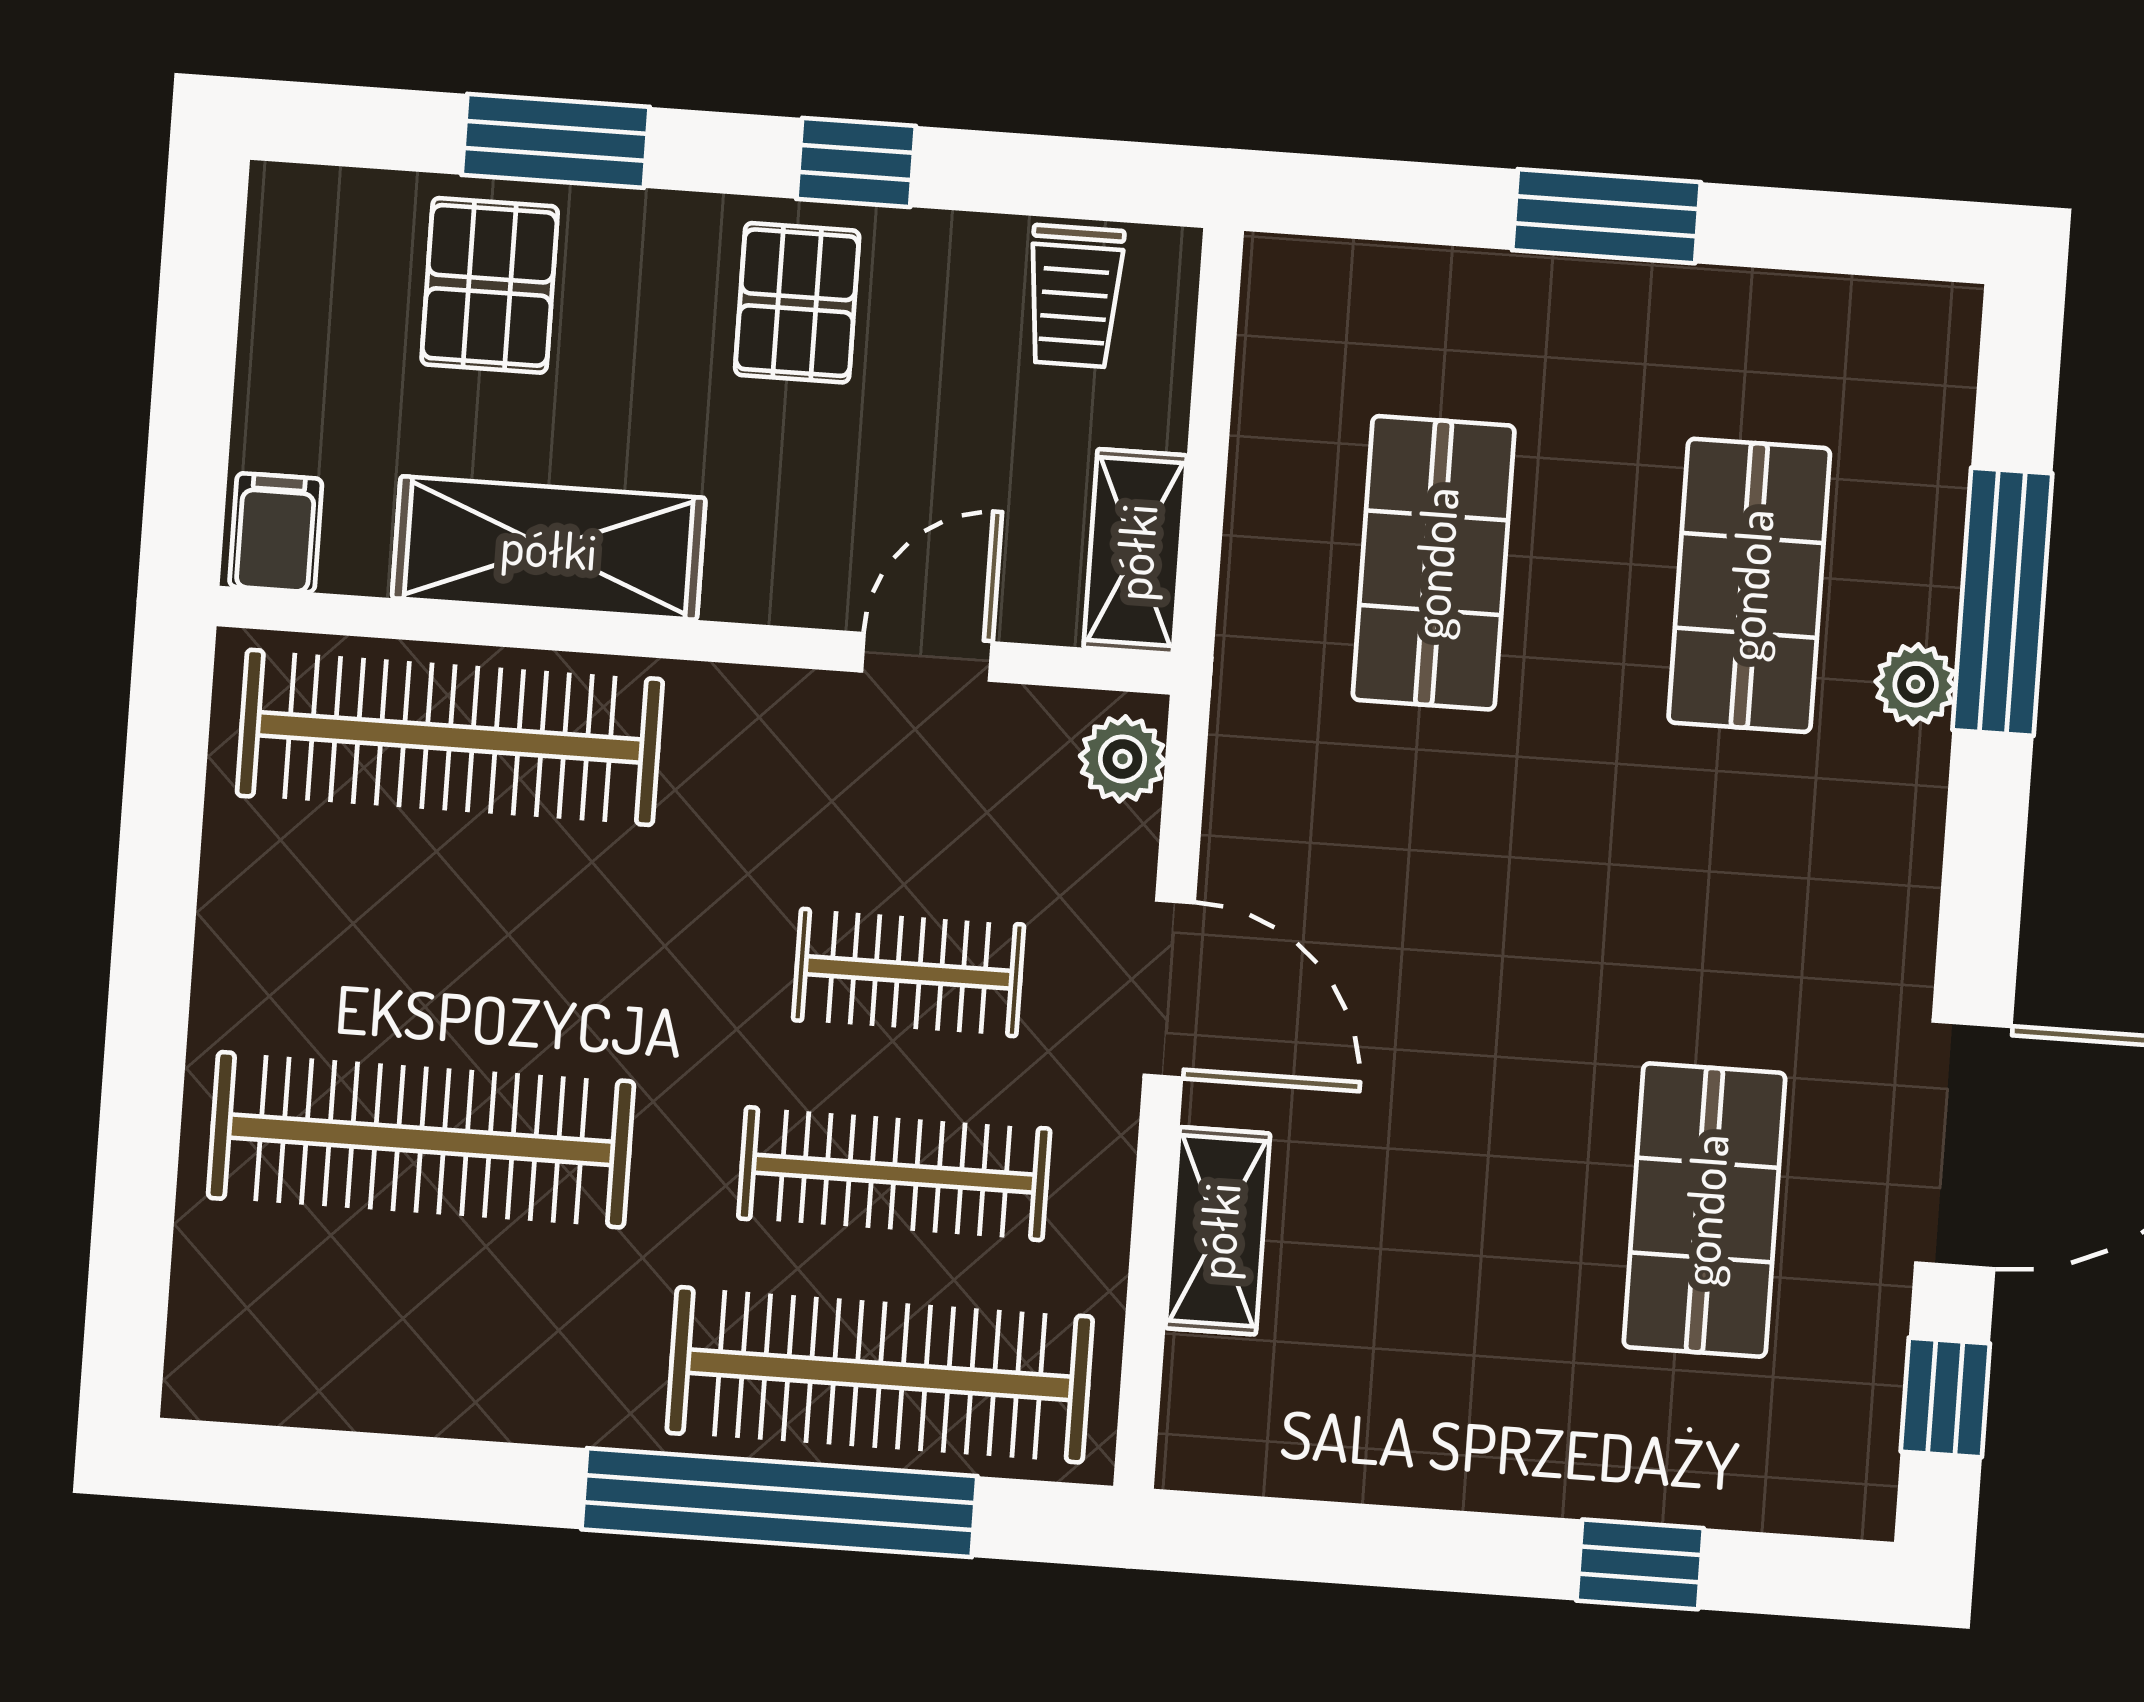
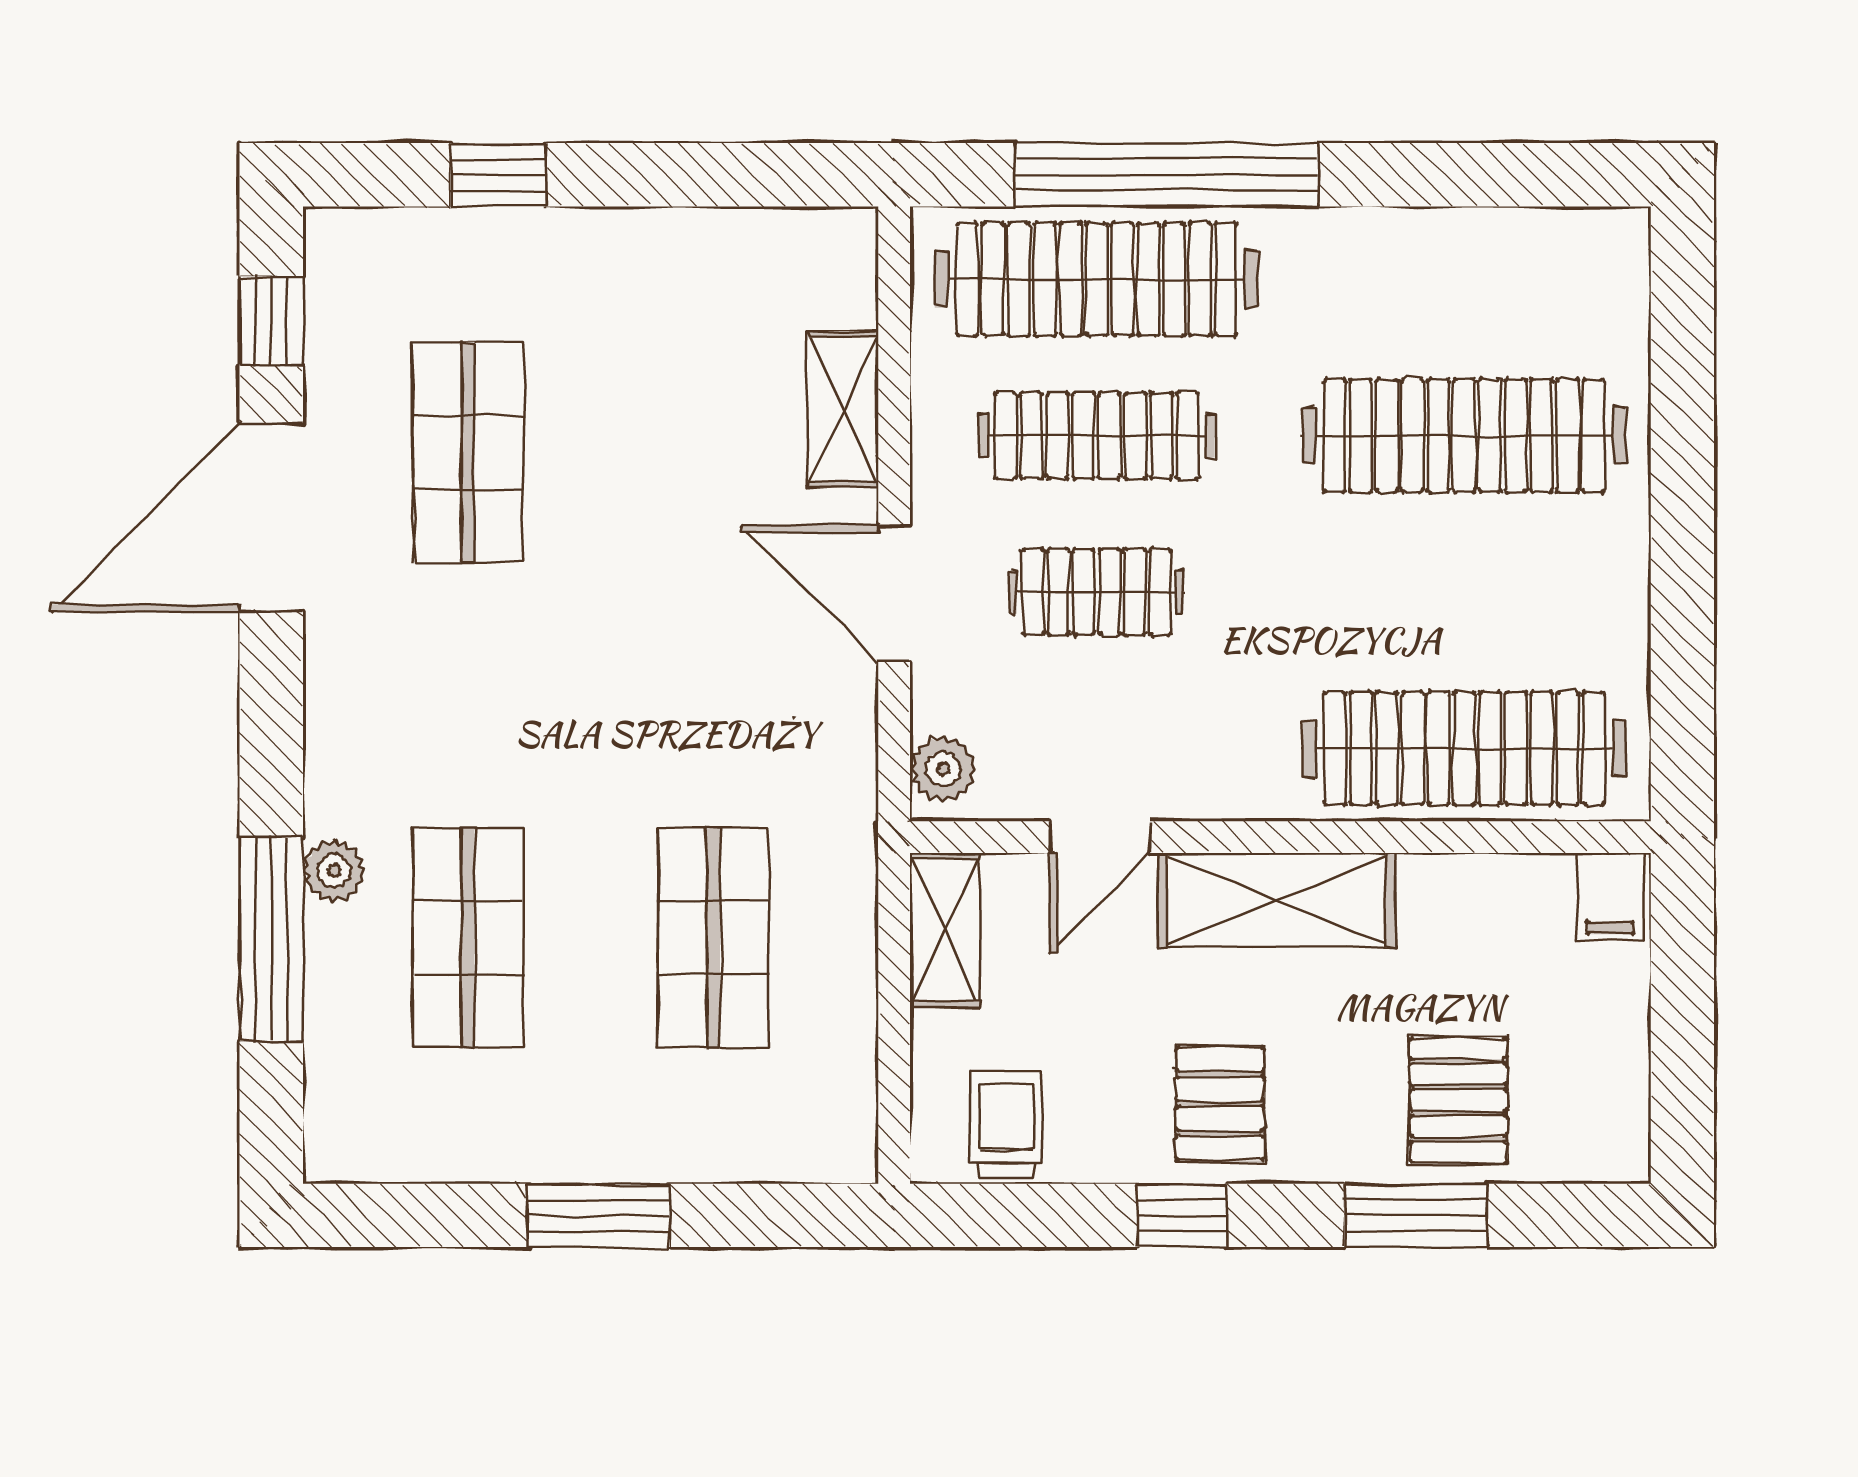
shelving: (549, 548) -> (1276, 900), moved

